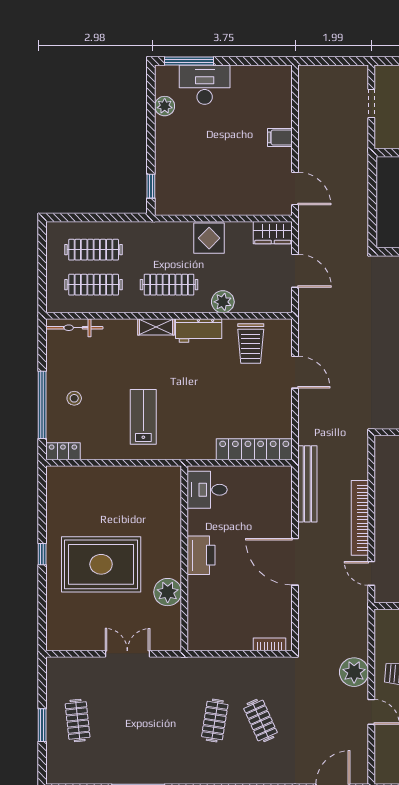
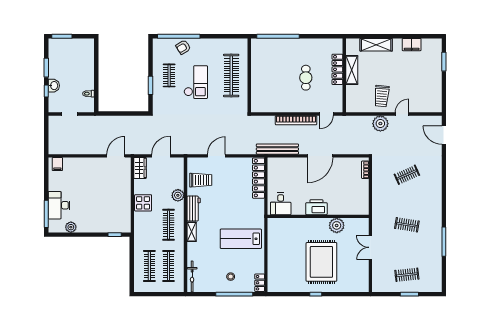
filing cabinet: (280, 137) -> (57, 164), moved
lab bench: (143, 417) -> (241, 239), width x1.36, depth x1.39
clothes rail: (215, 721) -> (407, 225), moved

